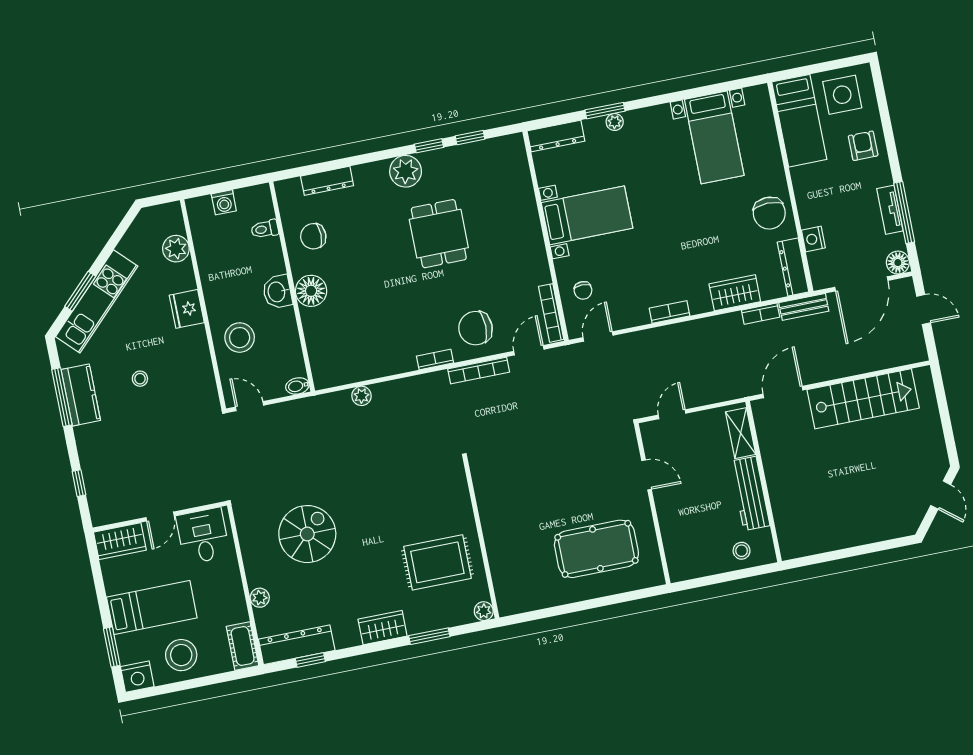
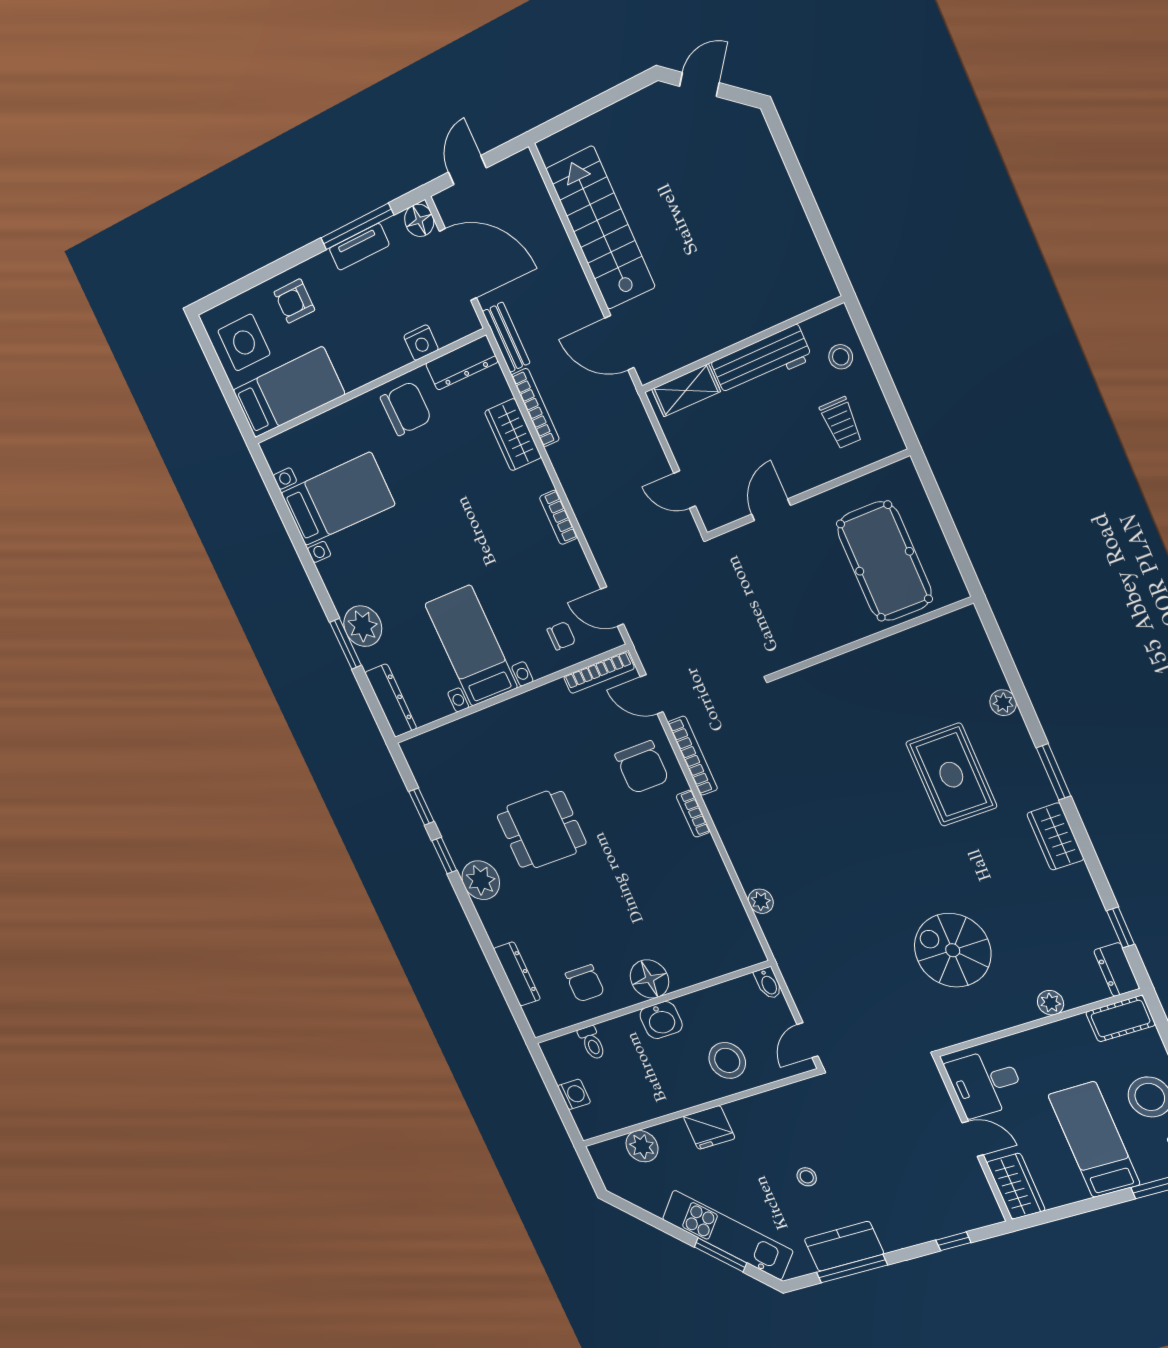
plant: (615, 122) -> (363, 626), width x1.88, depth x1.88
bookcase: (761, 314) -> (535, 408), width x1.56
wall: (481, 538) -> (870, 639), moved
trolley: (697, 540) -> (841, 423), added
dresser: (297, 645) -> (1117, 969), width x0.51, depth x0.80

